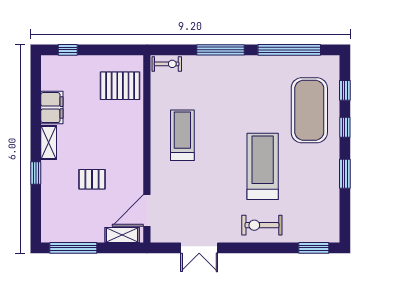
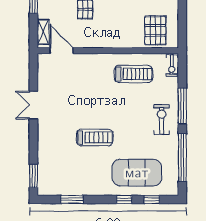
treadmill: (182, 135) -> (133, 74), moved
treadmill: (263, 166) -> (95, 138), width x0.73, depth x0.73
window: (345, 174) -> (72, 199), moved
exercise bike: (262, 225) -> (162, 119), moved
double door: (199, 248) -> (33, 105), moved

